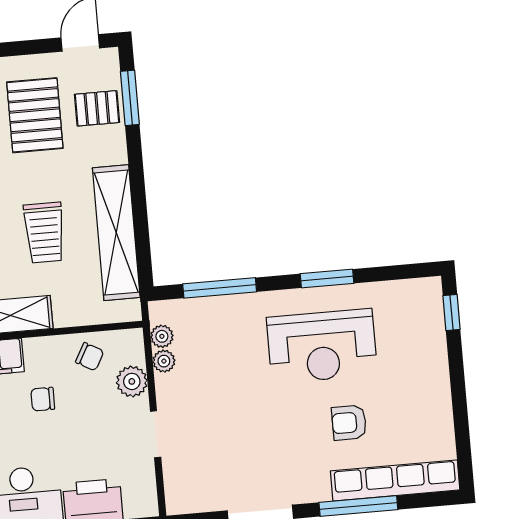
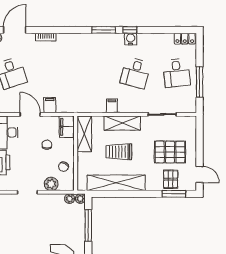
plant: (164, 361) -> (80, 199), moved

